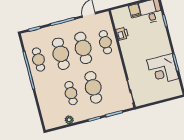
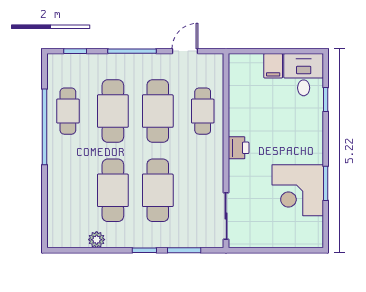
printer: (122, 34) -> (239, 148), moved
cafe table: (71, 93) -> (113, 190), width x1.37, depth x1.35

